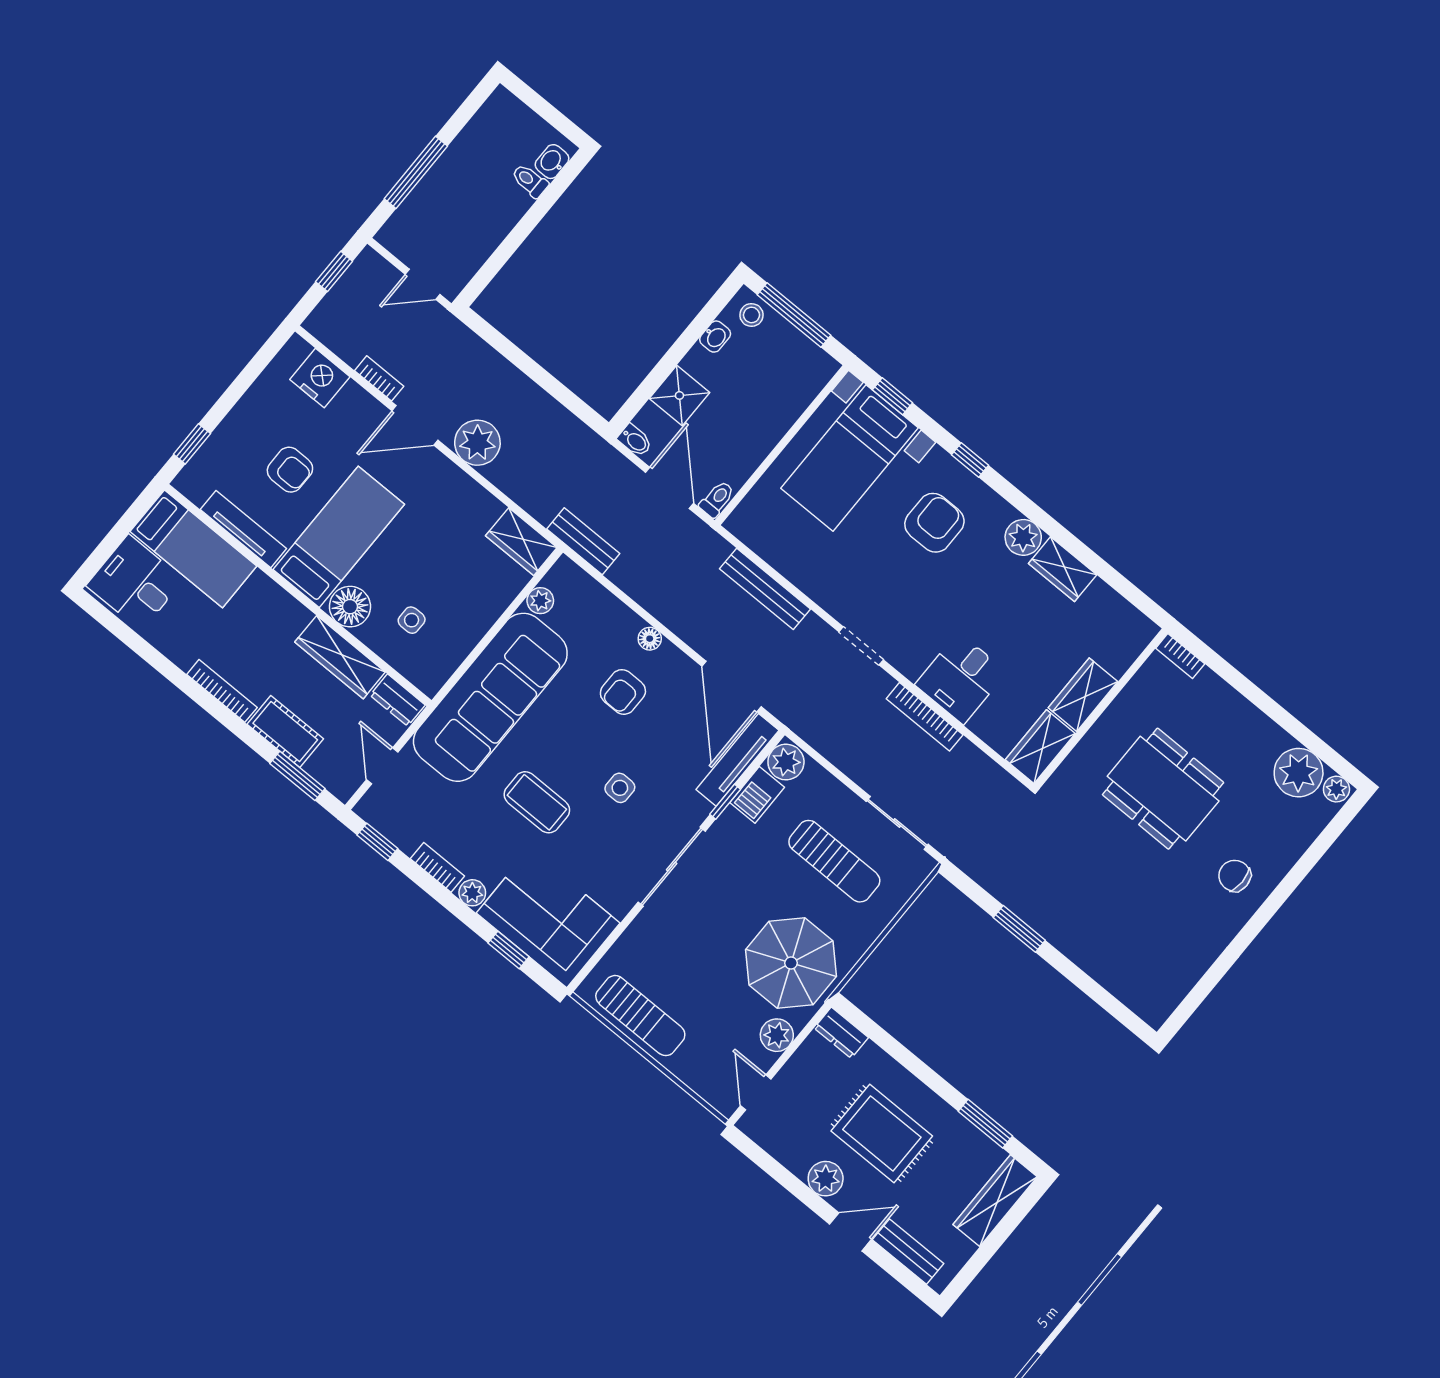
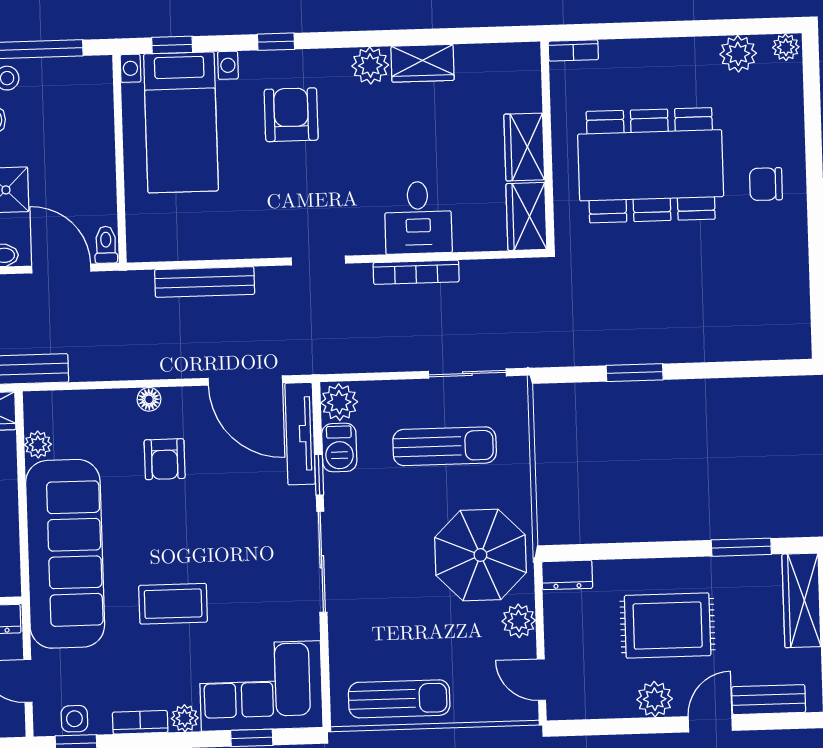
plant: (1299, 773) -> (738, 54), width x0.73, depth x0.73
side table: (620, 788) -> (74, 719), moved
dining table: (1163, 789) -> (651, 165), width x1.36, depth x1.24

